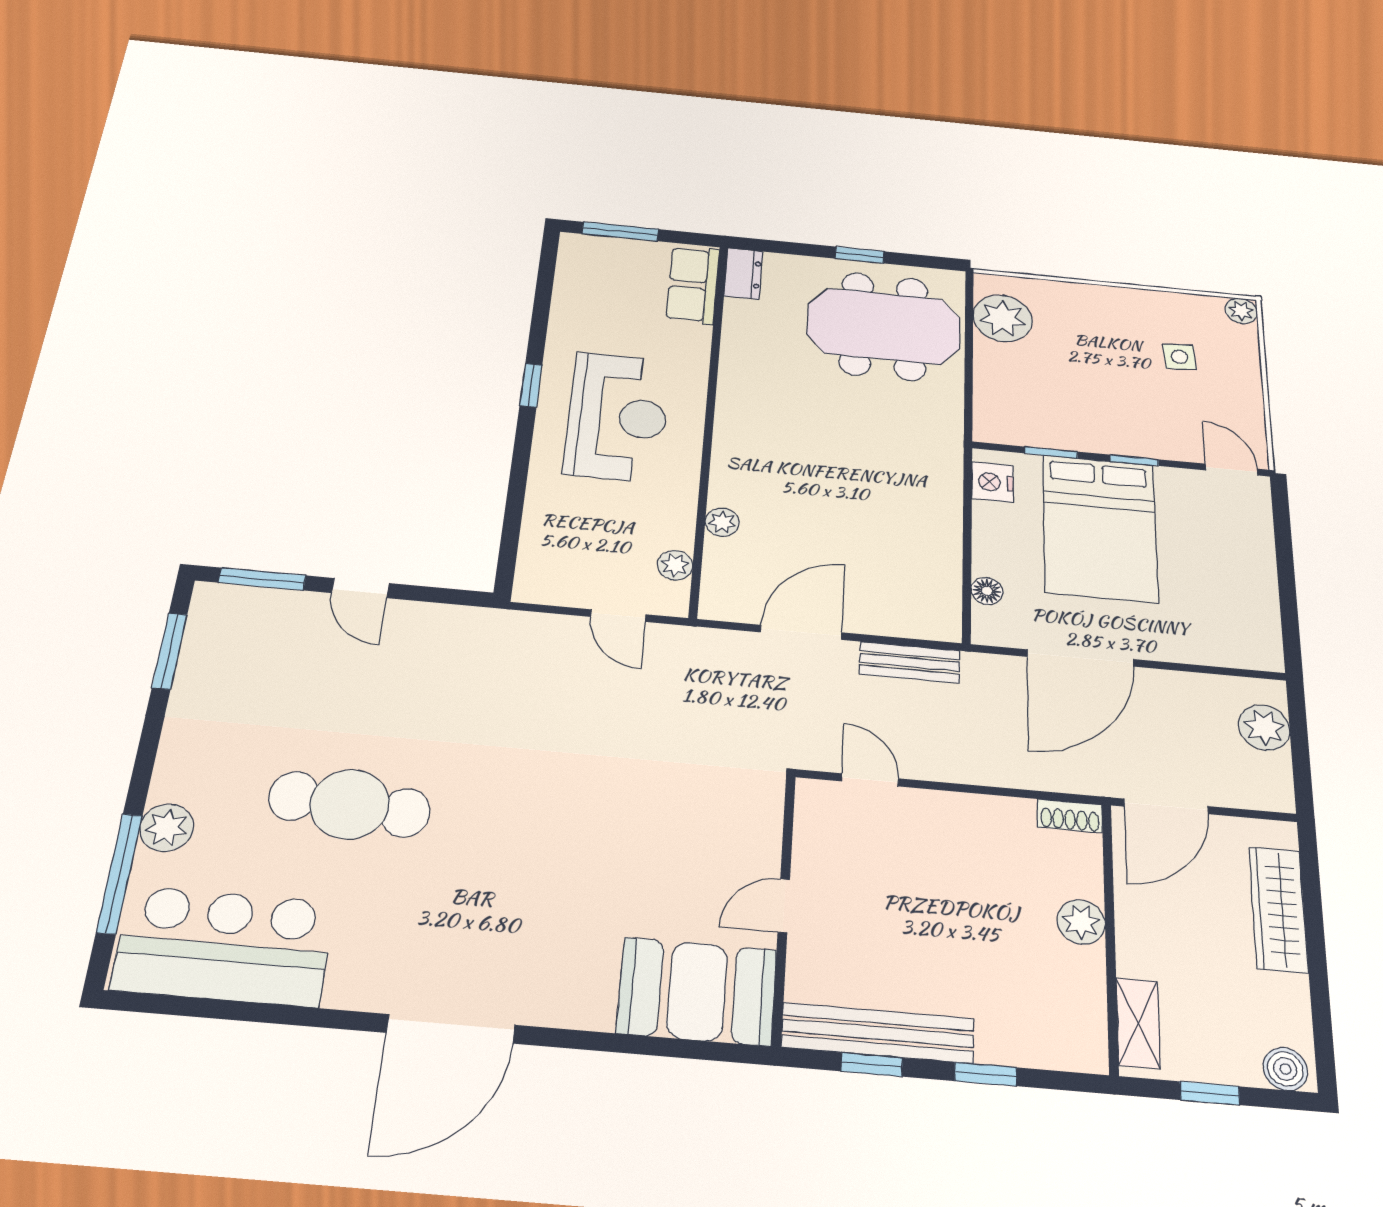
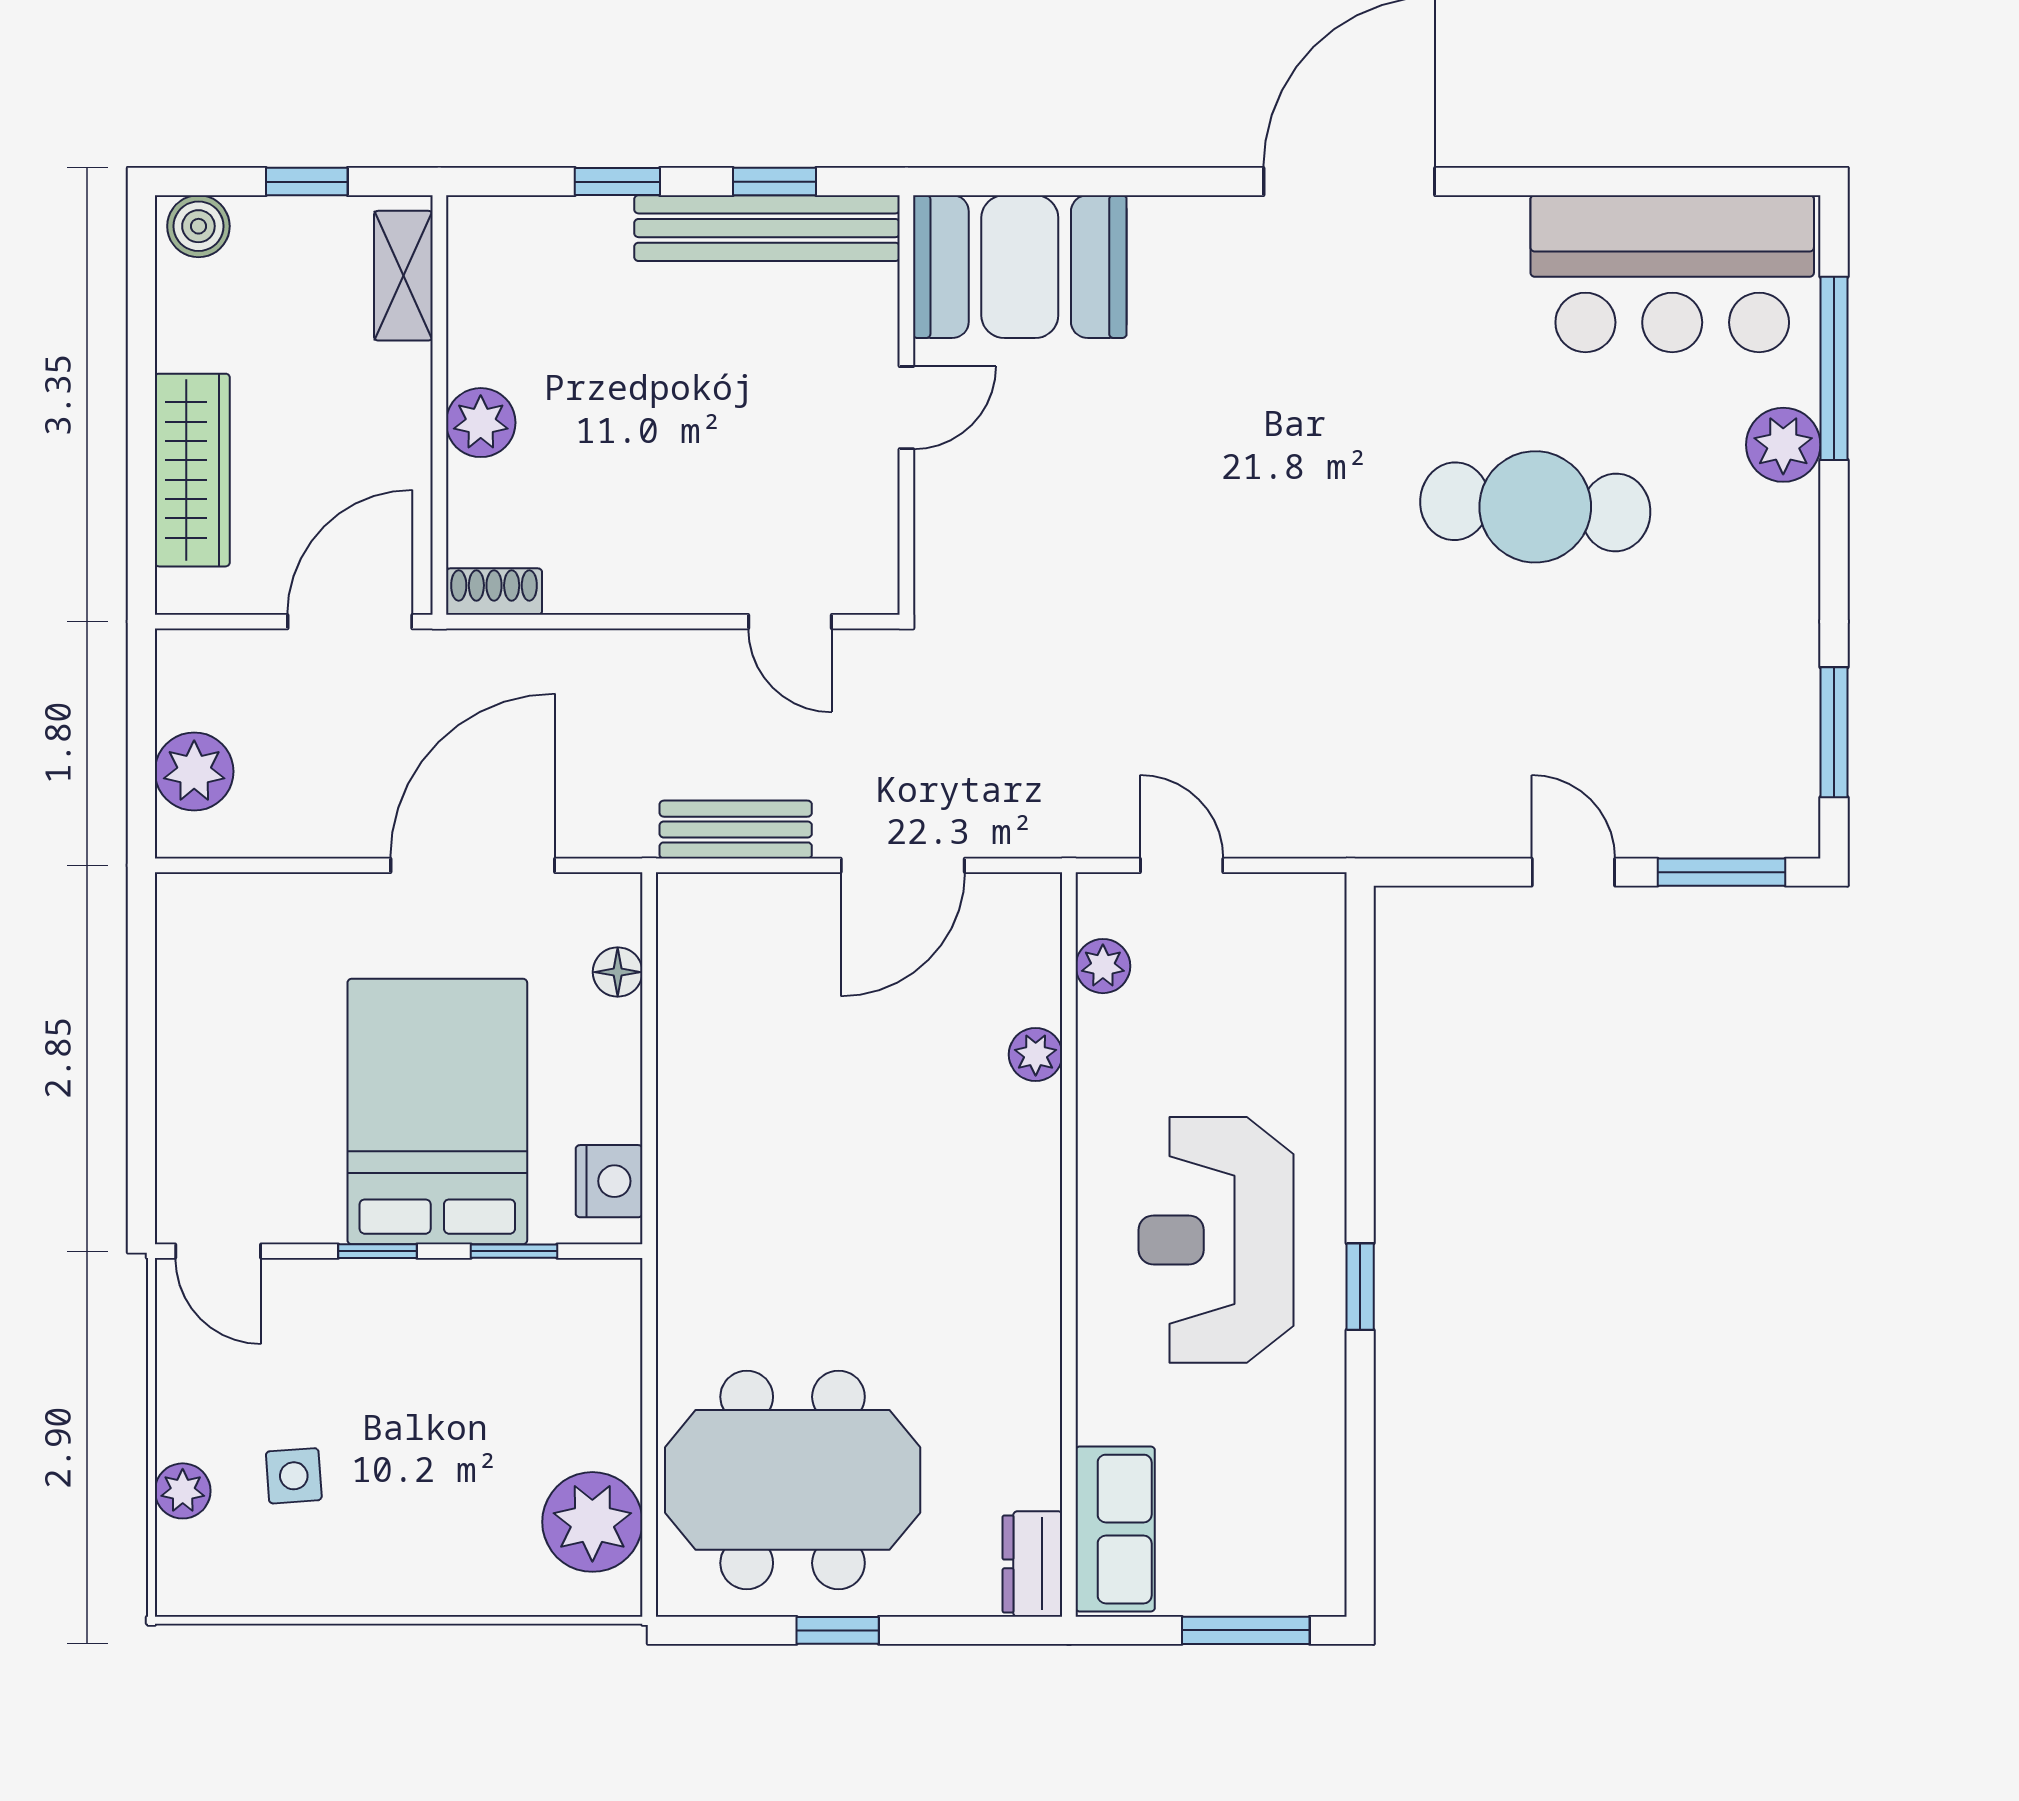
plant: (1241, 311) -> (183, 1491), moved

